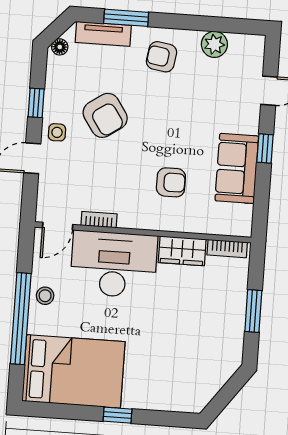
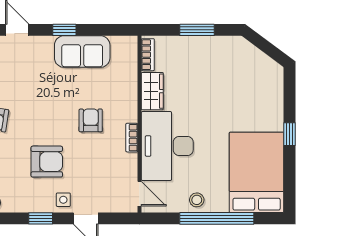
armchair: (105, 115) -> (47, 162), turned 34
armchair: (171, 182) -> (91, 120), moved
bookcase: (99, 220) -> (132, 138), moved

